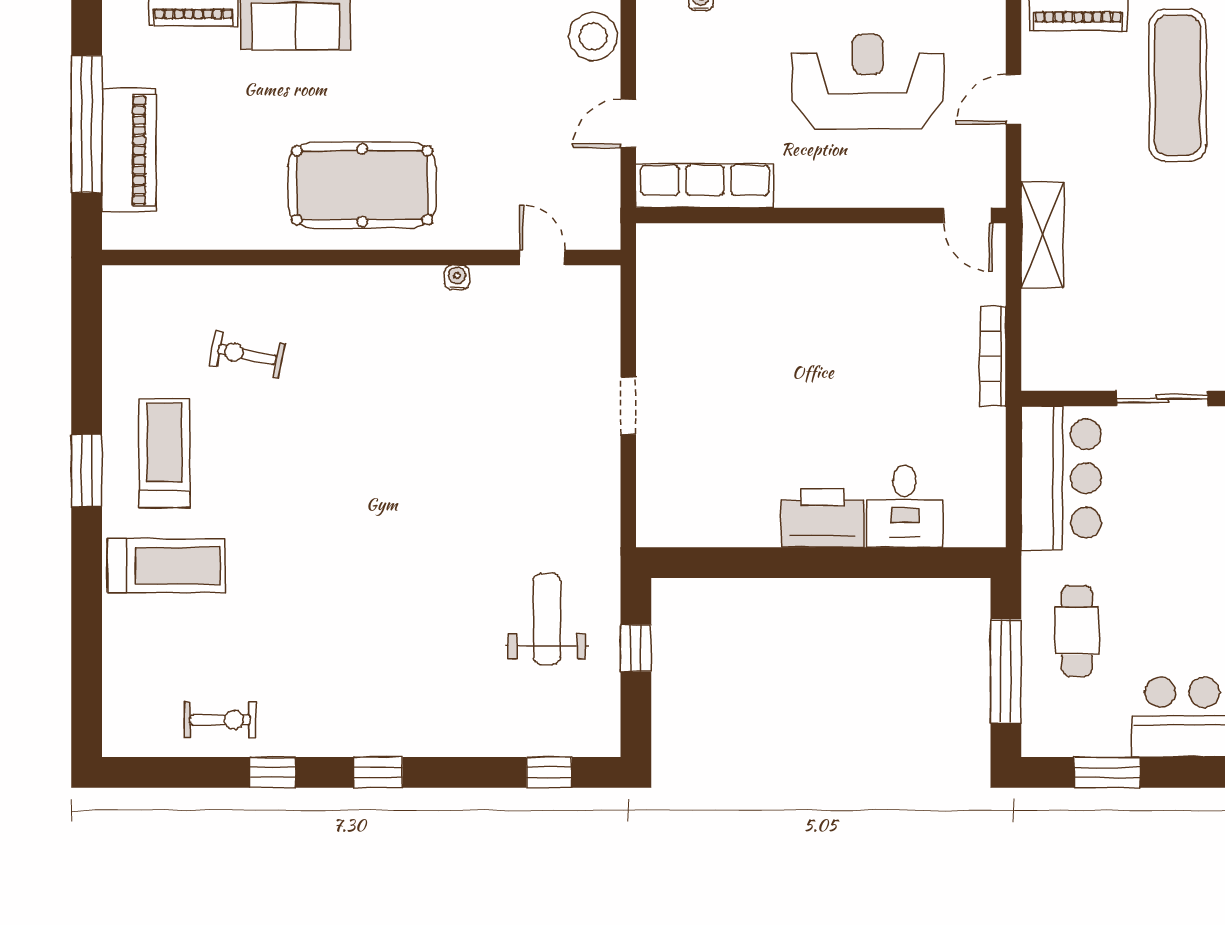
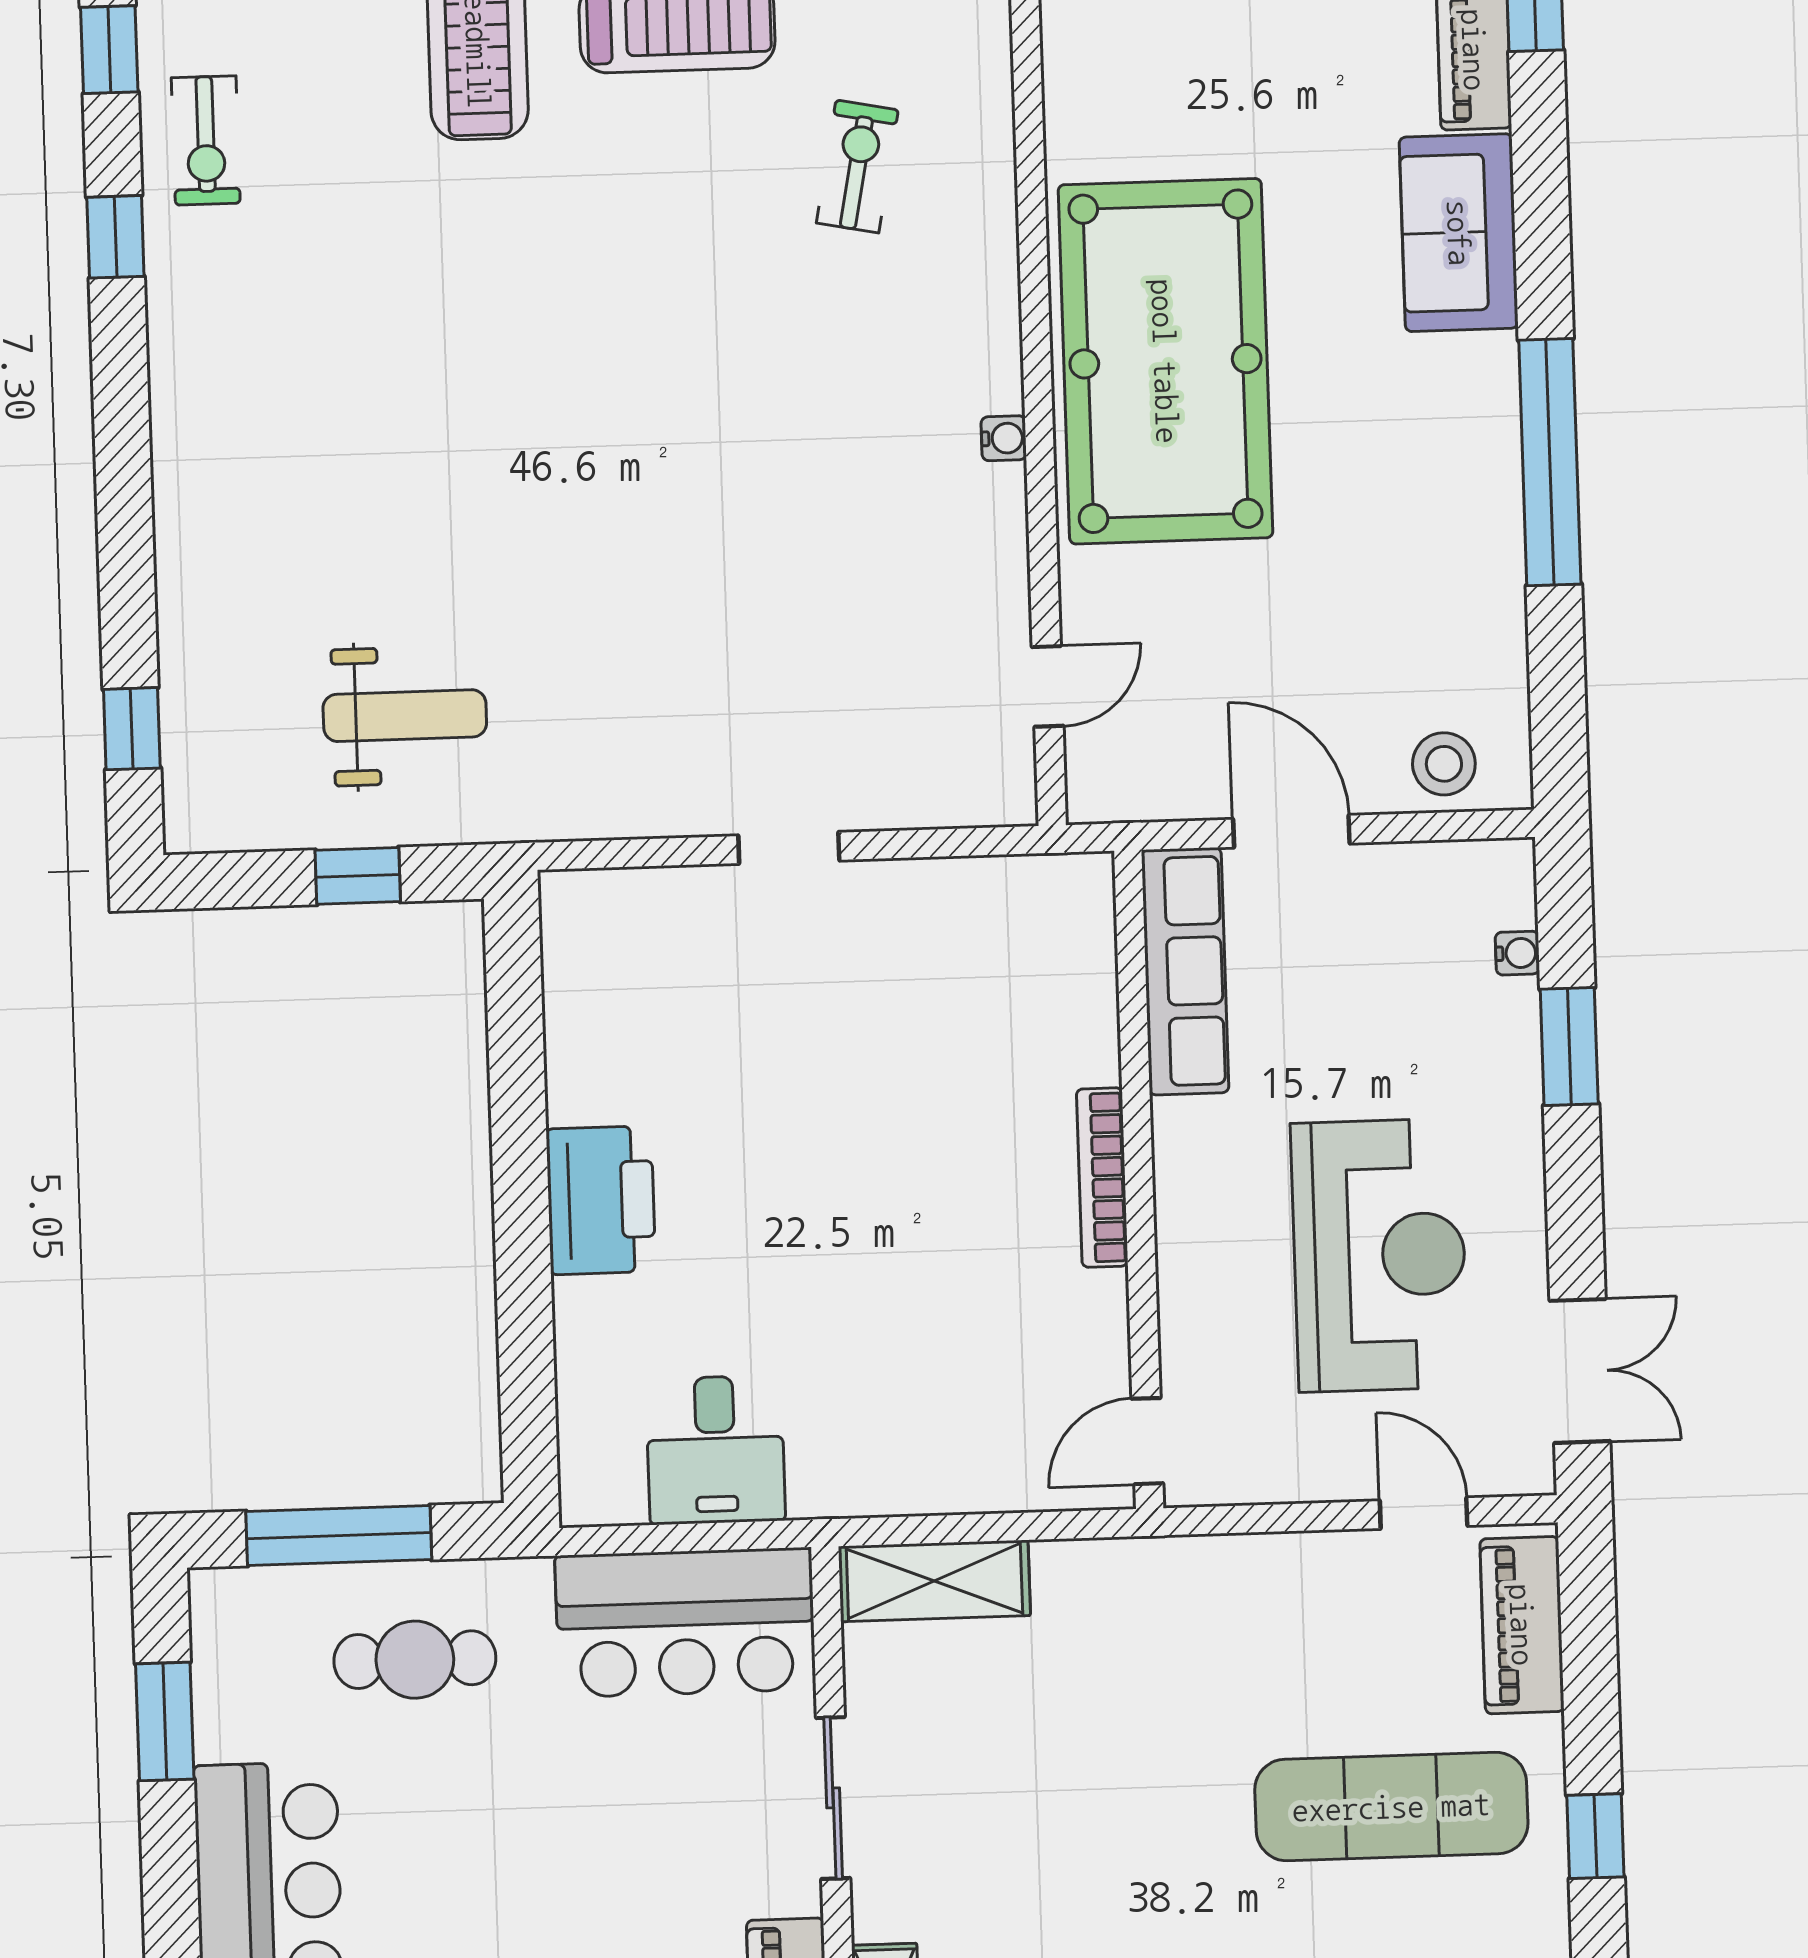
stool: (593, 36) -> (1444, 764), width x0.73, depth x0.73
door: (1013, 99) -> (1424, 1513), moved
door: (628, 123) -> (1291, 831), width x1.38
pool table: (362, 185) -> (1165, 361), width x1.36, depth x1.32
shelving: (1042, 235) -> (934, 1581), moved
water cooler: (457, 277) -> (1004, 438), moved
bookcase: (993, 356) -> (1102, 1178), moved, turned -90
desk: (905, 506) -> (716, 1450), moved, turned -90
window: (378, 772) -> (109, 50), moved

